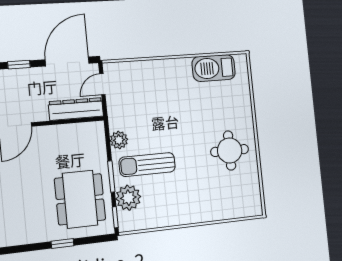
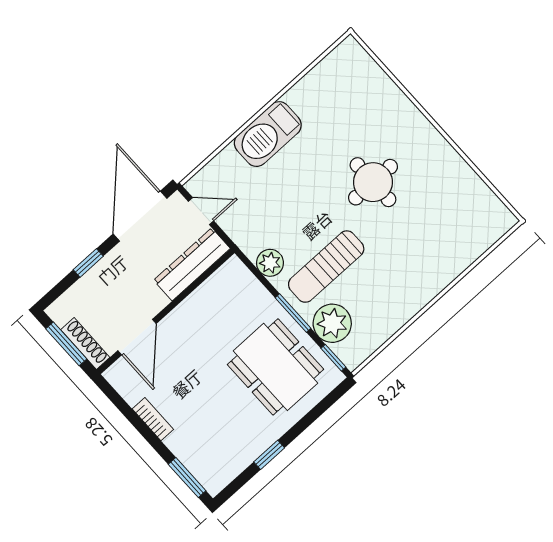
barbecue: (214, 68) -> (268, 134), moved
door: (102, 84) -> (201, 211), swing flipped
round table: (230, 150) -> (373, 182), moved
window: (63, 243) -> (269, 455), moved

